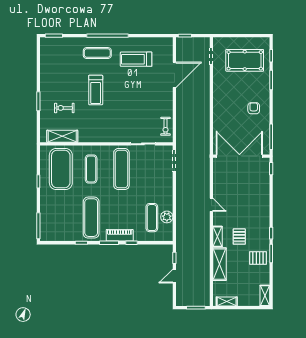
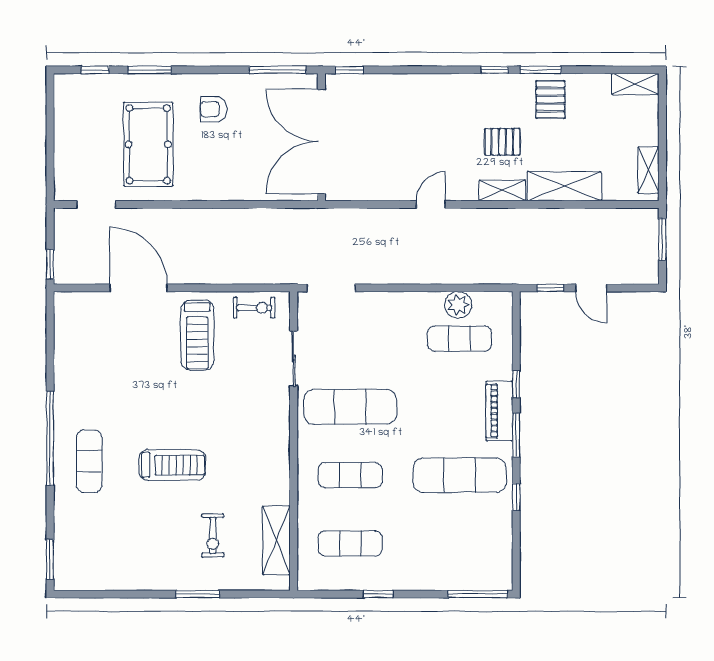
treadmill: (136, 59) -> (197, 335), moved
pool table: (245, 60) -> (148, 144), moved
exercise mat: (61, 169) -> (350, 543), width x0.50, depth x0.69

